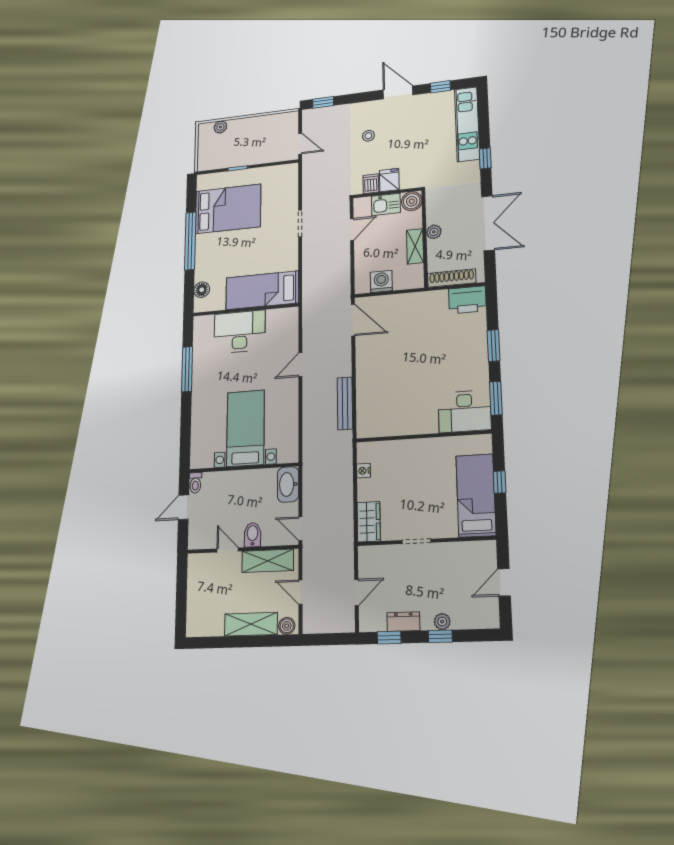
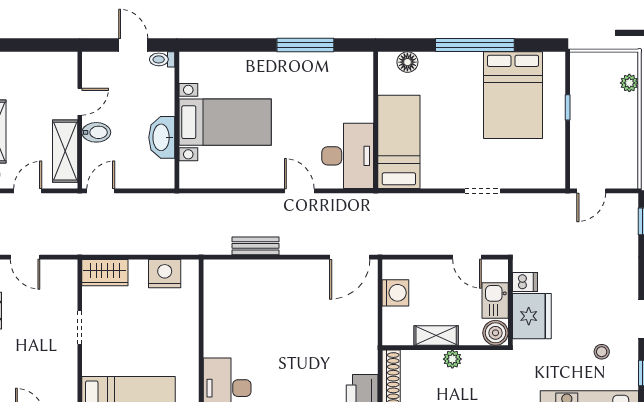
stool: (368, 136) -> (602, 352), moved
fridge: (389, 180) -> (532, 316), width x1.88, depth x1.34
desk: (240, 332) -> (348, 156), moved
bench: (345, 403) -> (256, 246), width x0.73
nightstand: (363, 471) -> (165, 274), width x1.89, depth x1.79
washbasin: (288, 484) -> (162, 137), moved, turned -90

